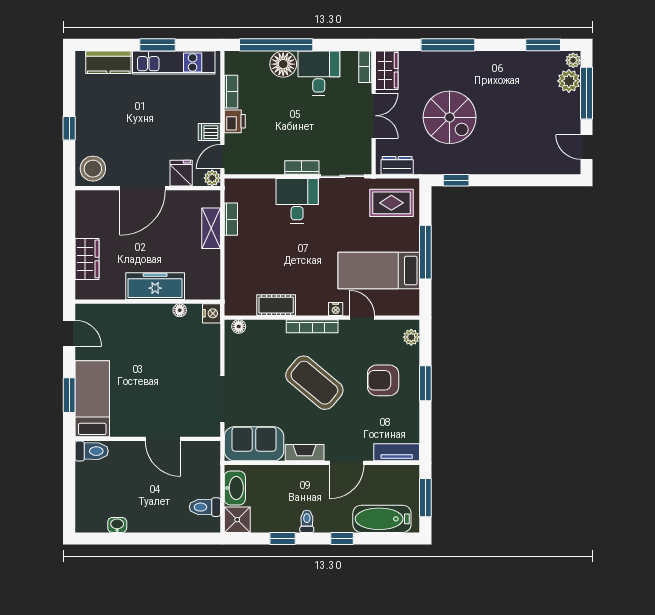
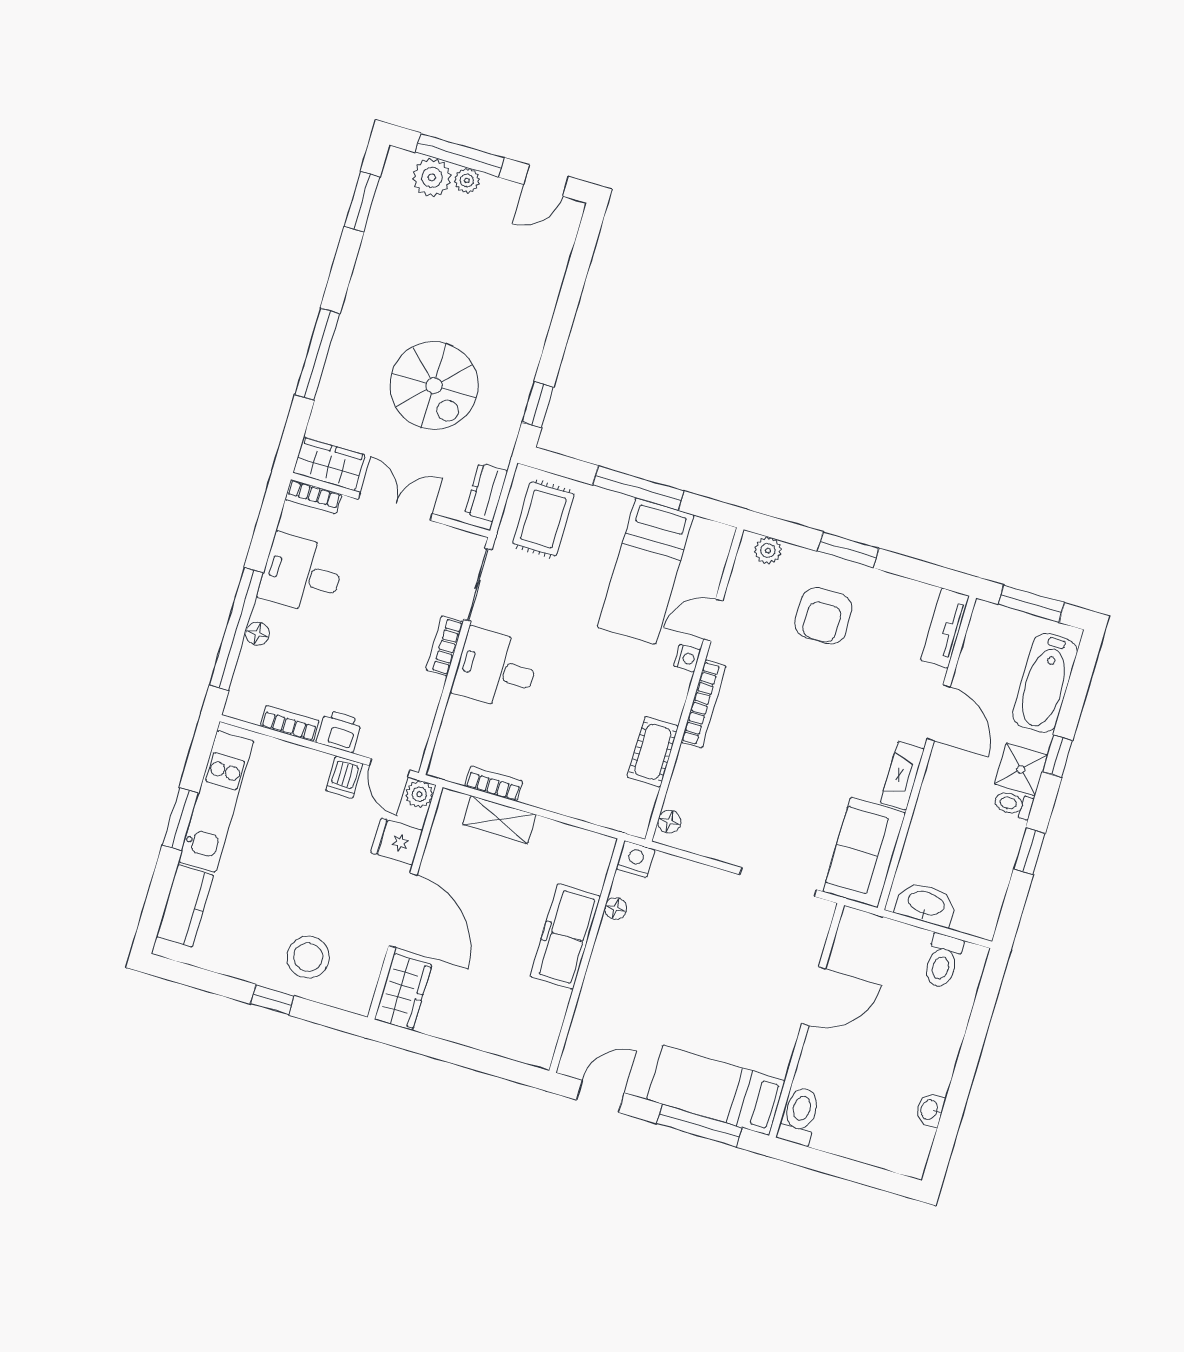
plant: (573, 60) -> (467, 180), moved
floor lamp: (283, 64) -> (258, 634), width x0.53, depth x0.53
spiral stairs: (450, 117) -> (434, 386), turned 90
stool: (93, 169) -> (308, 957), moved
wardrobe: (87, 259) -> (403, 992), moved, turned 90
coffee table: (314, 383) -> (795, 727), removed
window: (69, 395) -> (699, 1126), width x1.44
shower: (237, 520) -> (1021, 769), moved

